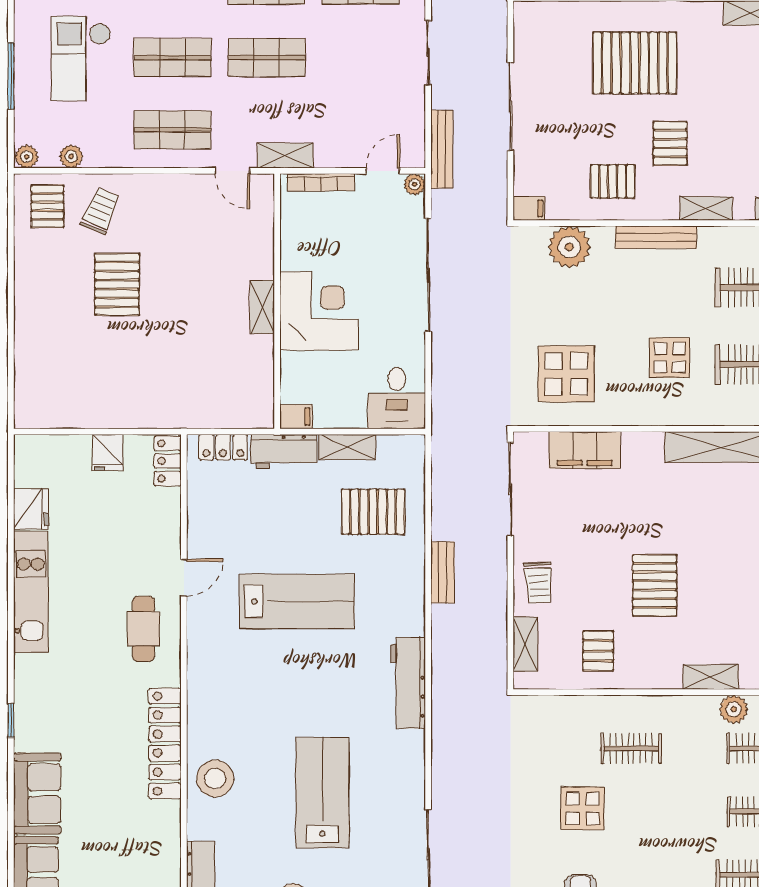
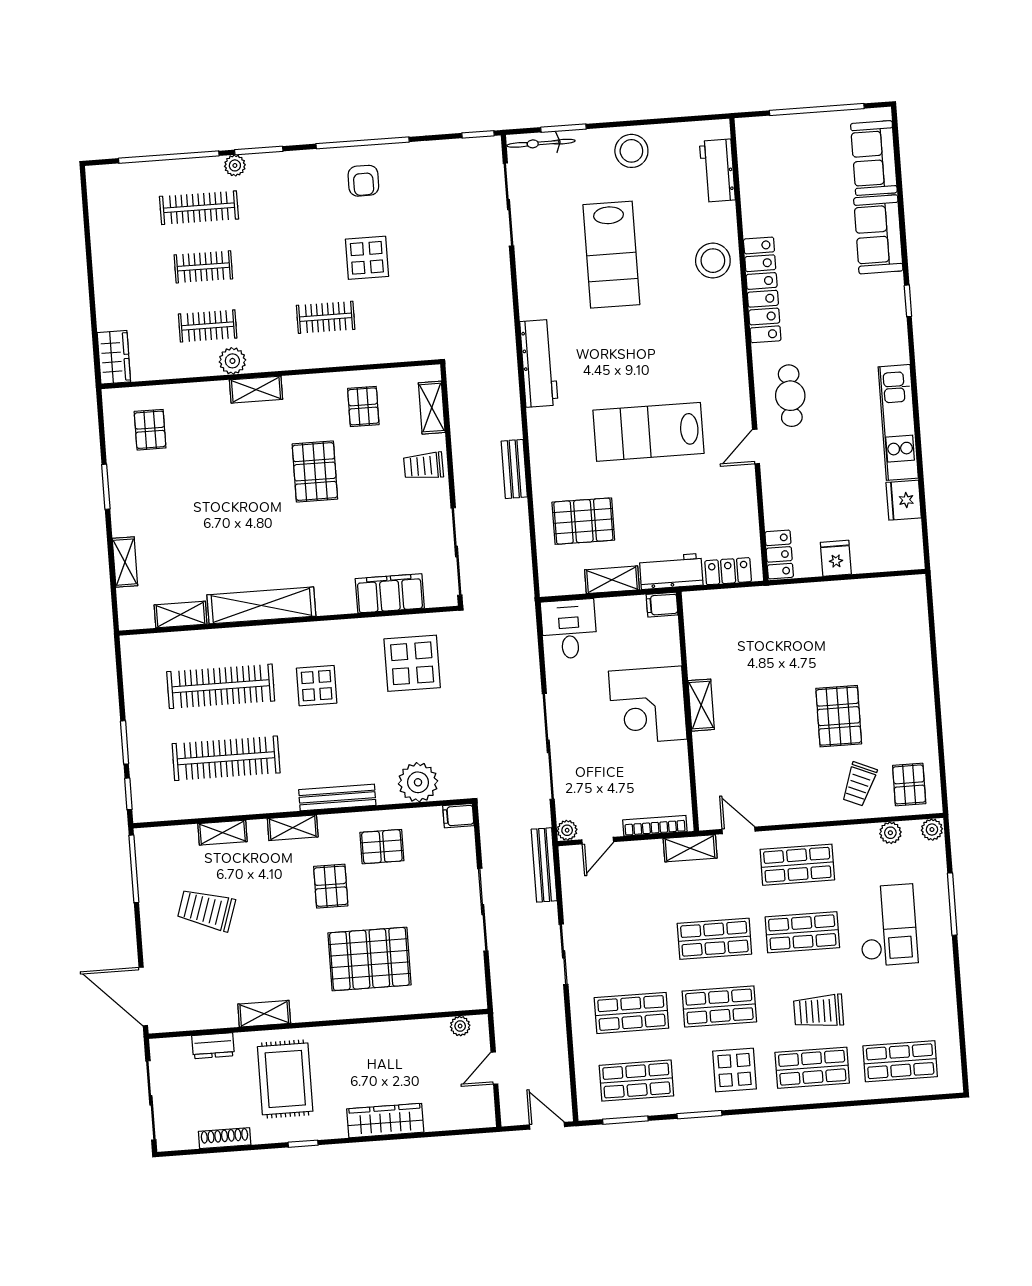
trolley: (539, 583) -> (424, 466), turned -87

